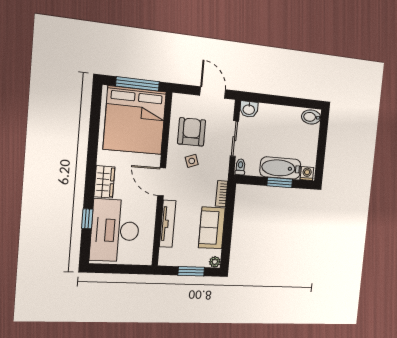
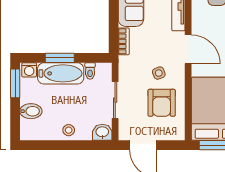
stool: (279, 114) -> (69, 130), added
bidet: (311, 117) -> (31, 111), moved
window: (320, 162) -> (15, 83), added
toilet: (240, 167) -> (90, 71), moved

